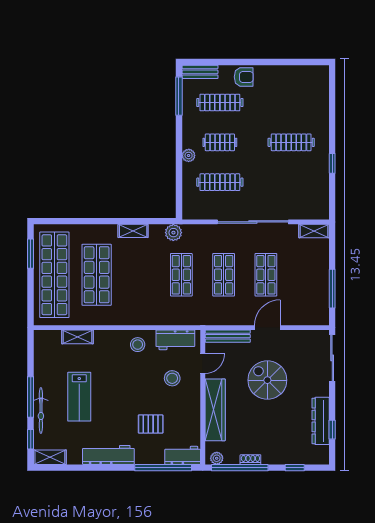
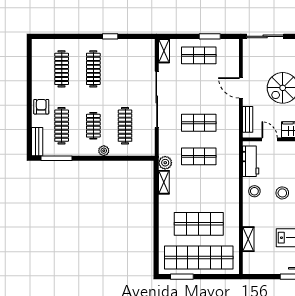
clothes rail: (291, 103) -> (62, 69), added
shelving: (133, 231) -> (164, 182), moved
shop shelf: (266, 275) -> (199, 55), moved
window: (332, 289) -> (210, 36), width x0.69
bench: (228, 336) -> (248, 119), width x0.73
stool: (172, 378) -> (282, 193), moved

